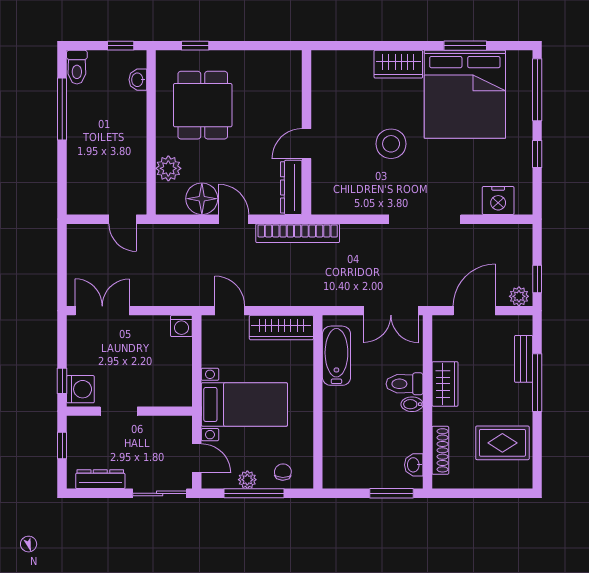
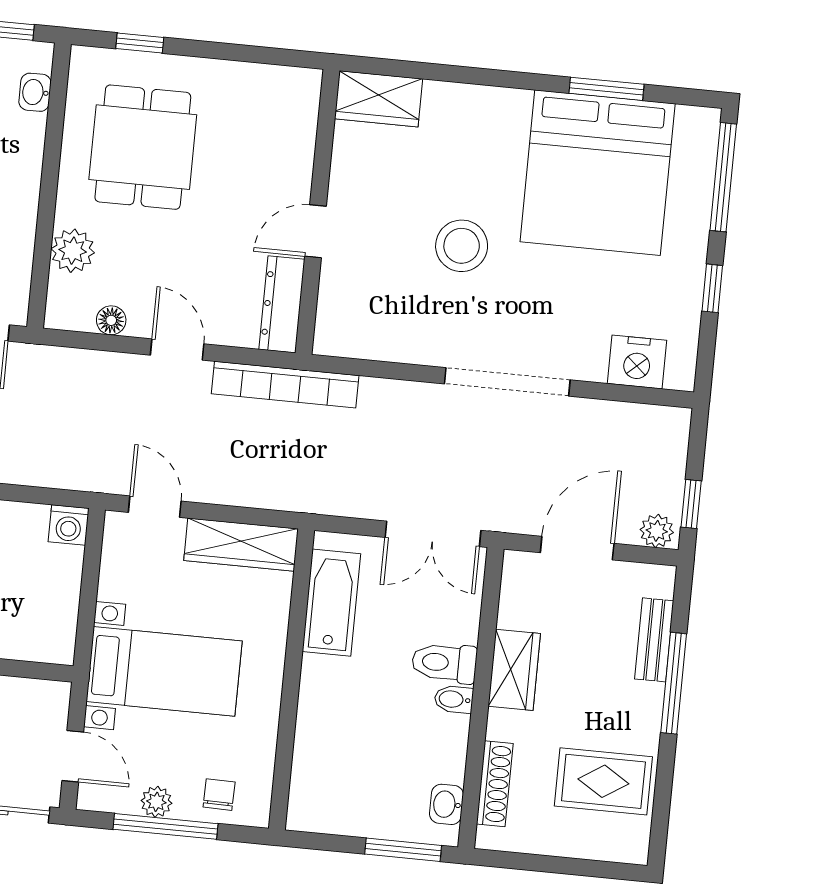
wardrobe: (398, 64) -> (379, 99), moved
floor lamp: (202, 199) -> (111, 320), width x0.53, depth x0.53

